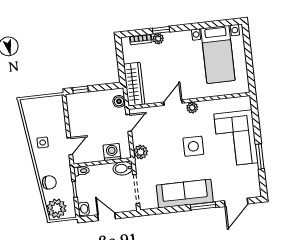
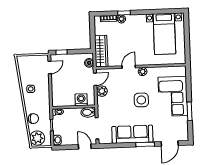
door: (70, 146) -> (50, 67), moved
plant: (141, 152) -> (102, 91), moved
door: (107, 217) -> (85, 147), moved

